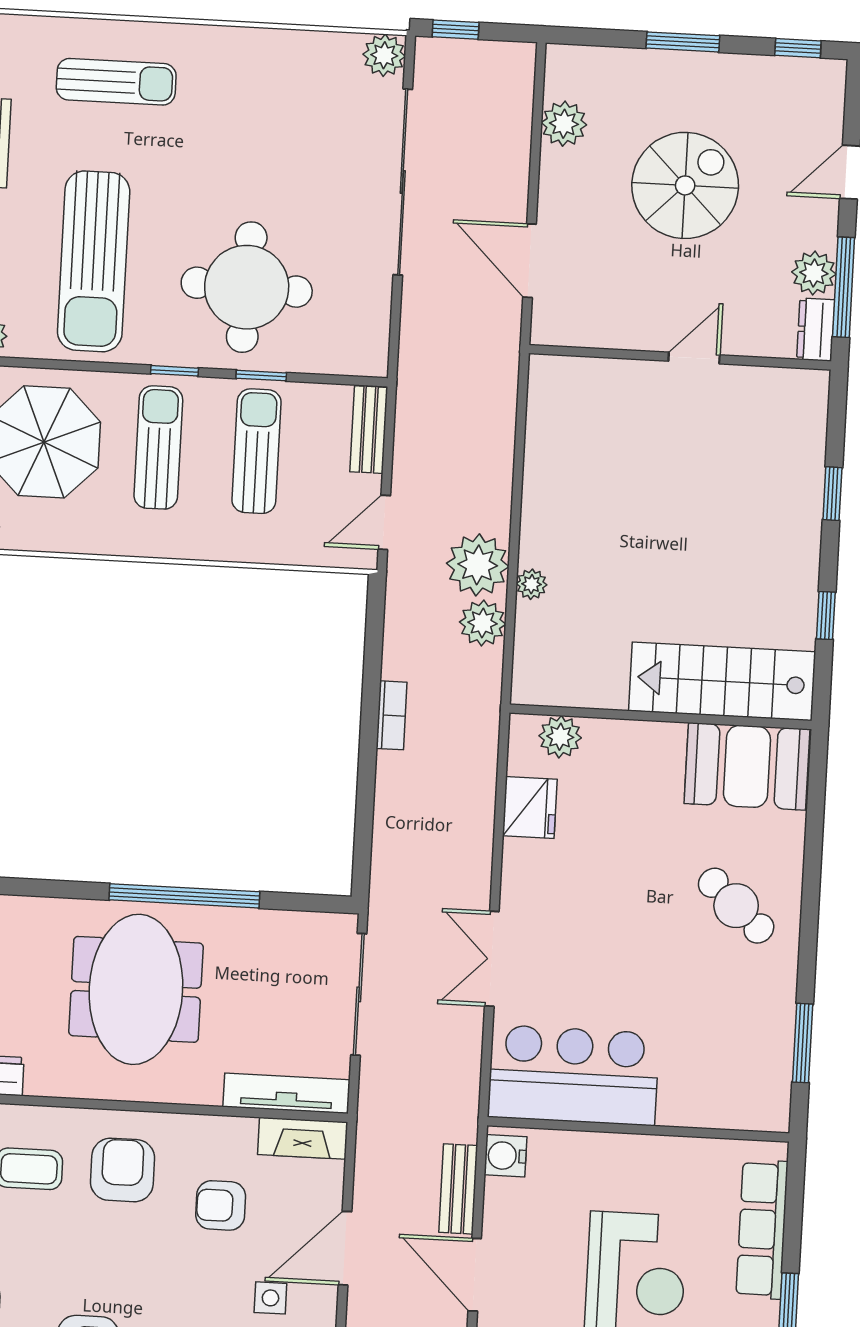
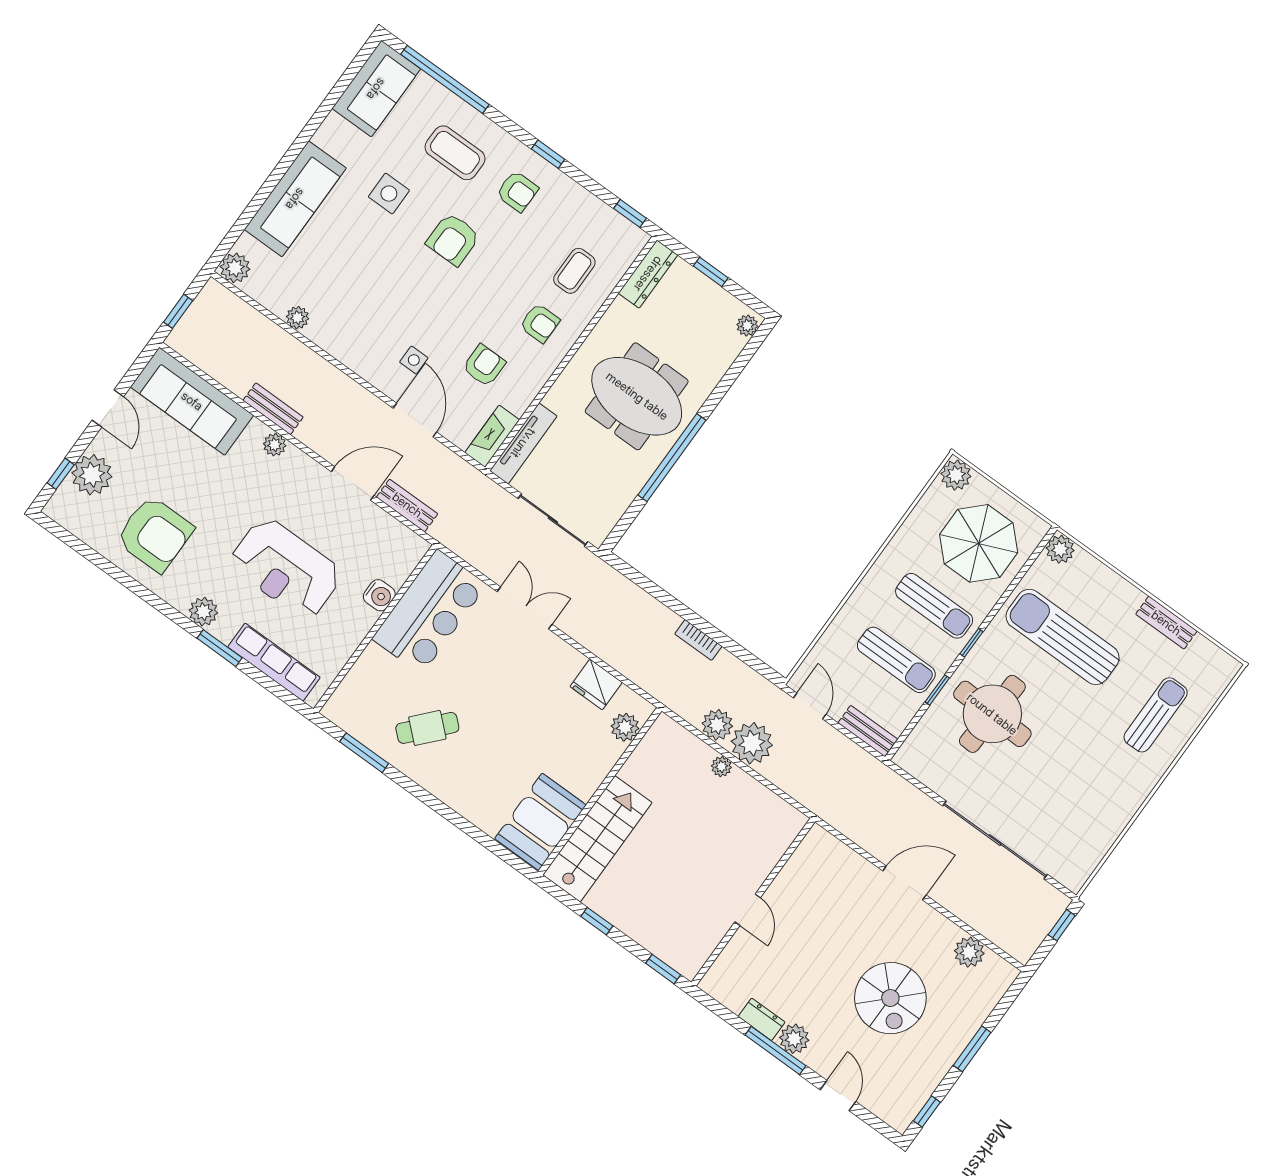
plant: (384, 55) -> (1073, 876), removed
sun lounger: (116, 82) -> (1156, 715), turned 180
wall: (680, 357) -> (753, 902), moved
door: (694, 358) -> (748, 910), moved
cafe table: (736, 906) -> (427, 728), moved
water cooler: (505, 1156) -> (379, 595), moved, turned 90
armchair: (123, 1170) -> (540, 323), width x0.72, depth x0.72

